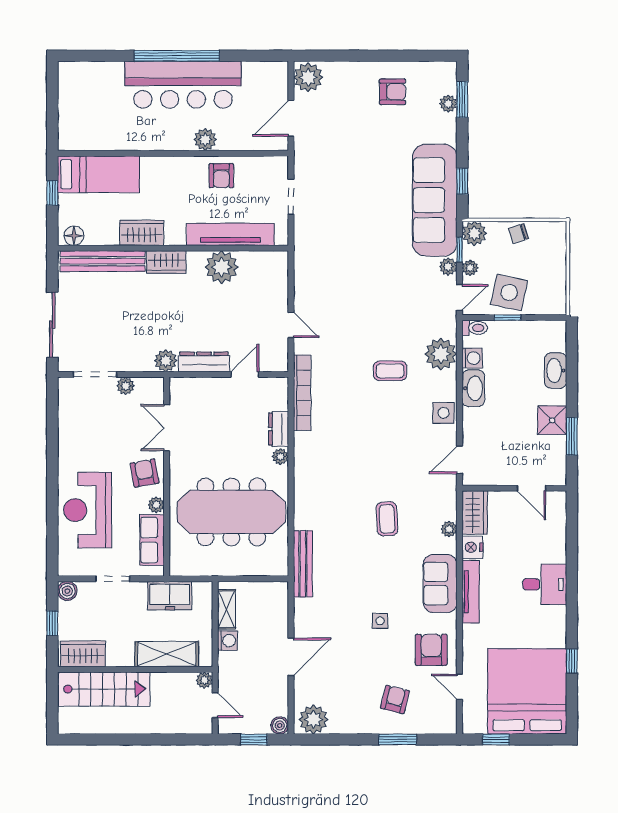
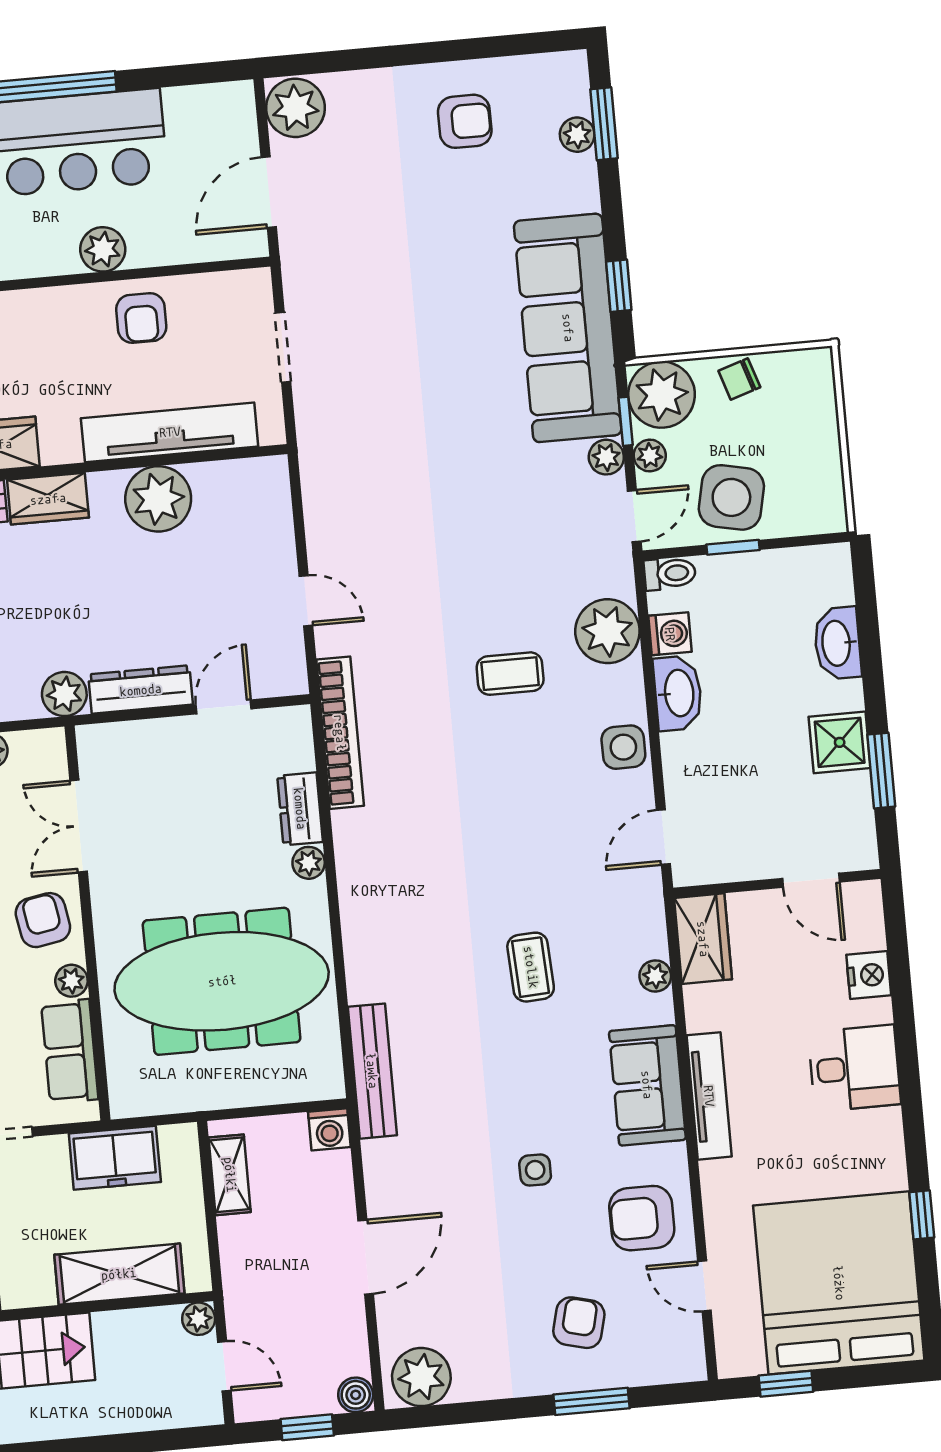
plant: (474, 233) -> (662, 395), width x1.36, depth x1.36
nightstand: (472, 547) -> (869, 975), moved, turned 180
washing machine: (228, 641) -> (329, 1129), moved, turned 90
armchair: (431, 650) -> (642, 1218), turned -90

